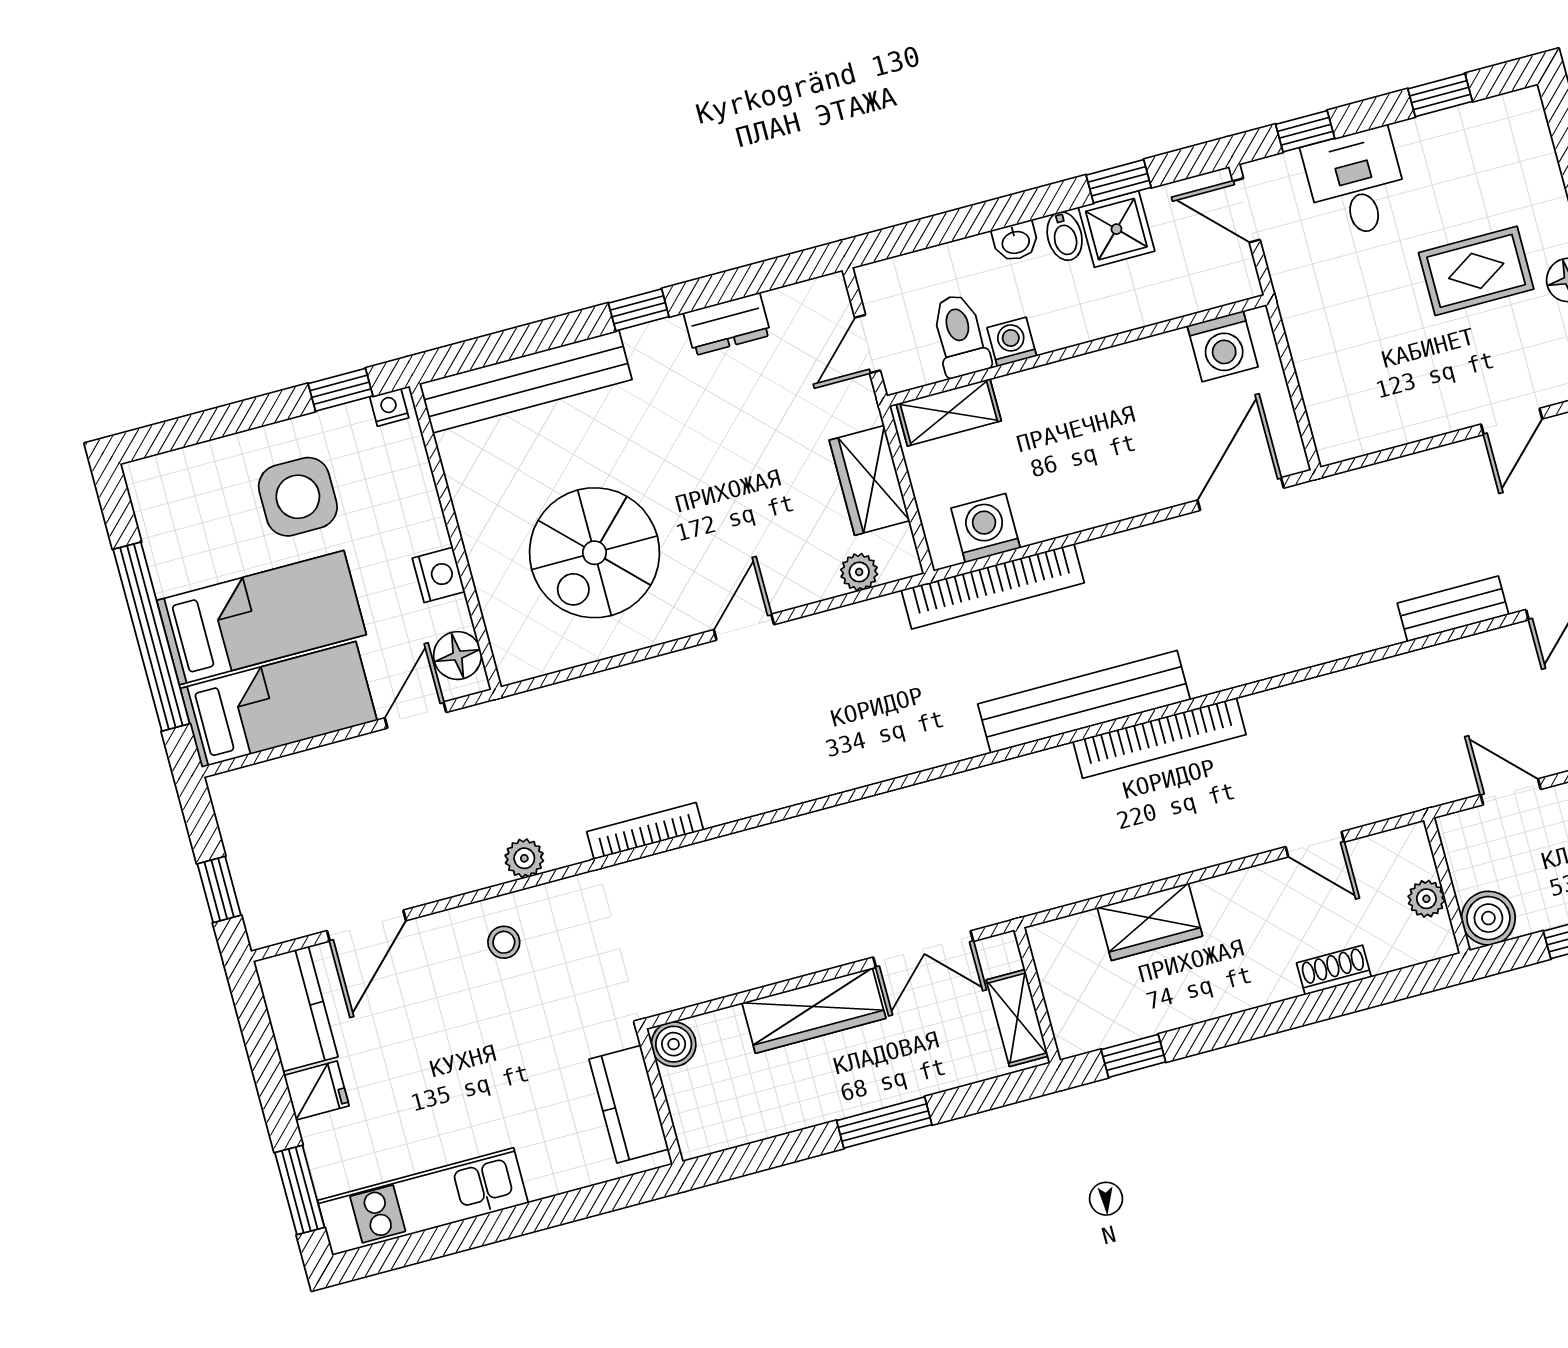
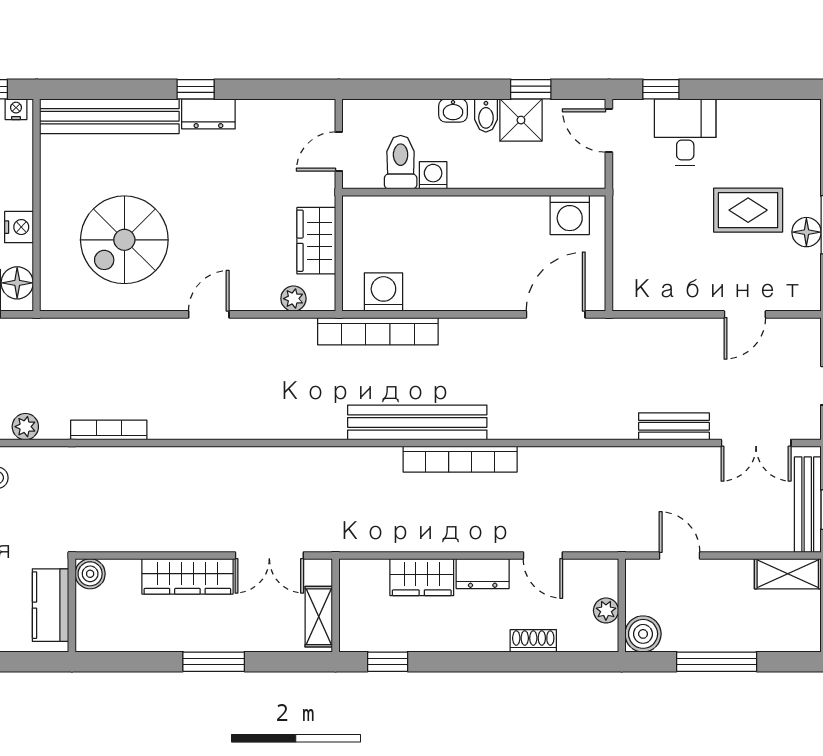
window: (1440, 95) -> (755, 89), removed
dresser: (727, 324) -> (208, 114), moved
shelving: (949, 412) -> (380, 210), removed
dresser: (1236, 893) -> (483, 574), added

